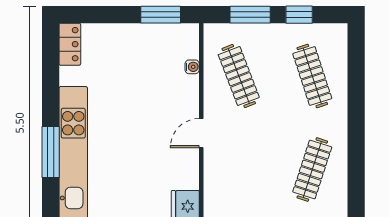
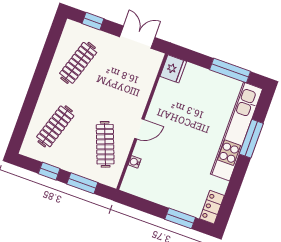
window: (161, 15) -> (180, 218), moved
clothes rail: (312, 76) -> (55, 126), turned 36
door: (201, 133) -> (139, 129), moved

